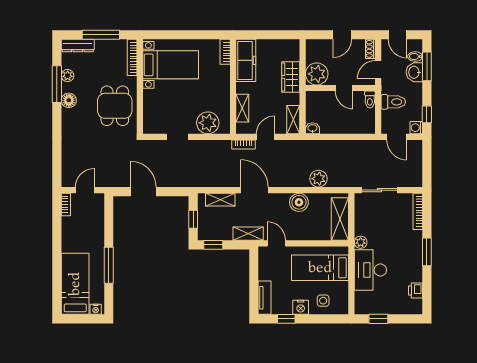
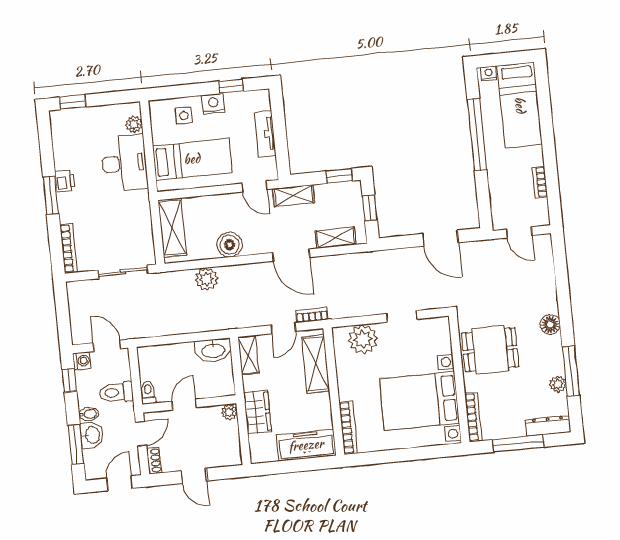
door: (342, 35) -> (194, 476), swing flipped
door: (397, 35) -> (120, 483), hinge flipped
bookcase: (225, 52) -> (348, 428), width x1.56
bidet: (415, 57) -> (89, 414), moved
freezer: (246, 60) -> (306, 445), moved, turned 90
bed with nightstands: (171, 65) -> (419, 401), width x1.36
plant: (317, 74) -> (229, 412), width x0.53, depth x0.53
door: (344, 88) -> (184, 404), hinge flipped
floor lamp: (69, 100) -> (550, 325), moved
dining table: (115, 106) -> (490, 350), turned 90
shelving: (242, 108) -> (316, 364), width x1.50, depth x1.33
washbasin: (312, 128) -> (213, 350), width x1.91, depth x1.45
door: (85, 190) -> (519, 232), hinge flipped
bookcase: (66, 204) -> (540, 182), moved
plant: (361, 242) -> (134, 124), moved
window: (109, 265) -> (477, 134), width x1.46
printer: (416, 290) -> (65, 181), moved
tv unit: (265, 298) -> (265, 134), moved
window: (378, 319) -> (73, 102), moved

